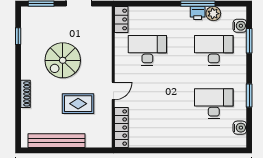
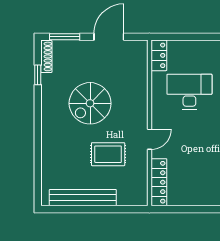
shoe rack: (26, 94) -> (46, 56), moved

